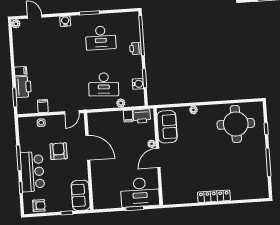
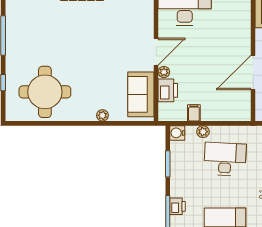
water cooler: (138, 84) -> (177, 133), moved
printer: (142, 116) -> (168, 90), moved, turned 90
door: (88, 148) -> (253, 72), hinge flipped

